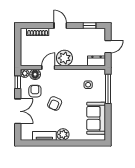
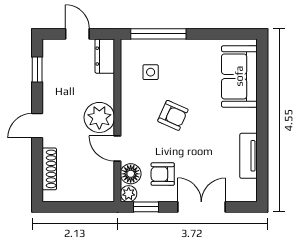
armchair: (55, 104) -> (173, 115), moved
sofa: (96, 118) -> (239, 76), moved, turned 90
plant: (63, 134) -> (246, 120), removed

